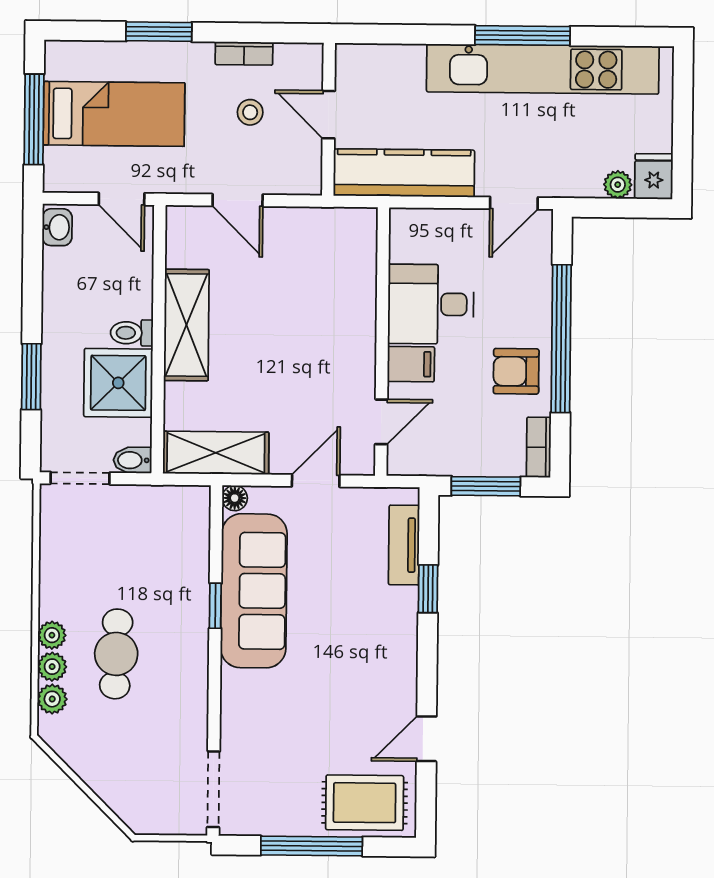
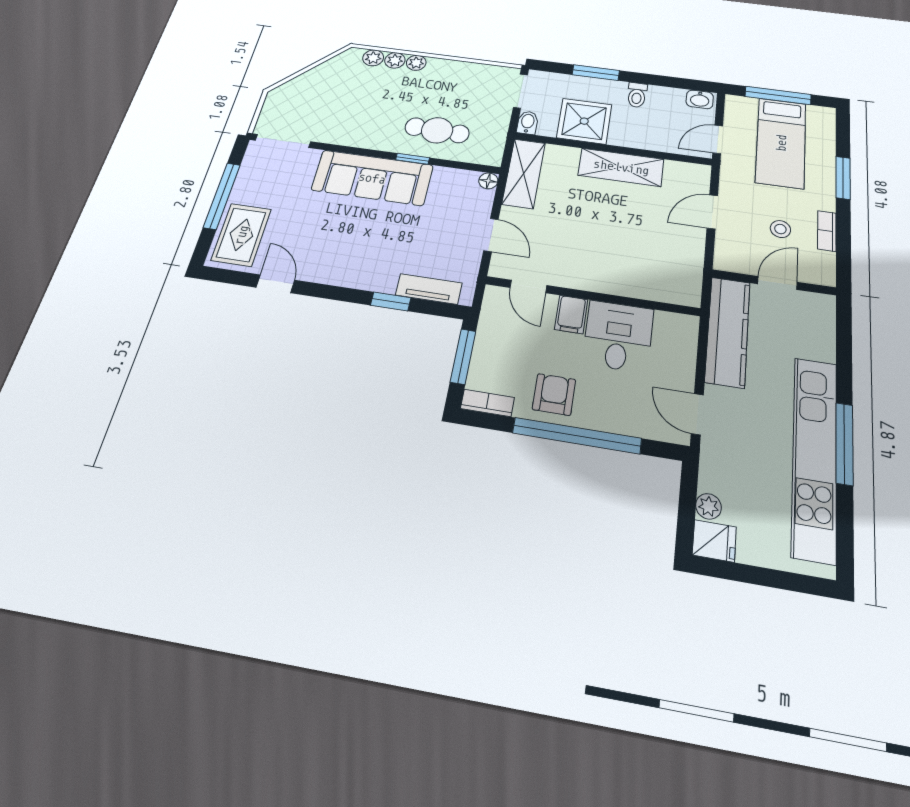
toilet: (132, 333) -> (637, 95), moved, turned 180
sofa: (254, 591) -> (372, 178), moved
cafe table: (116, 654) -> (437, 130), moved

